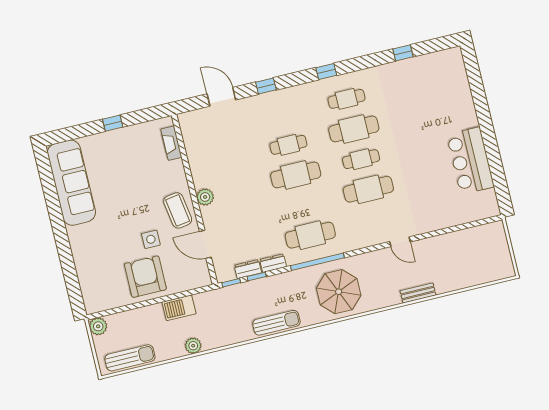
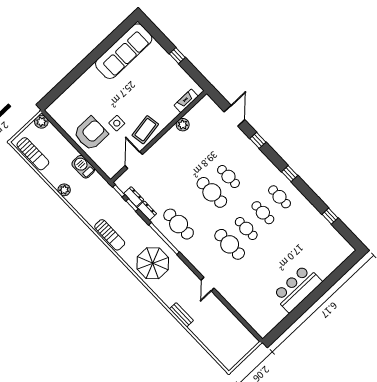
cafe table: (354, 129) -> (263, 213), width x0.73, depth x0.74
bar counter: (470, 161) -> (297, 288), moved
plant: (205, 197) -> (183, 125), moved

